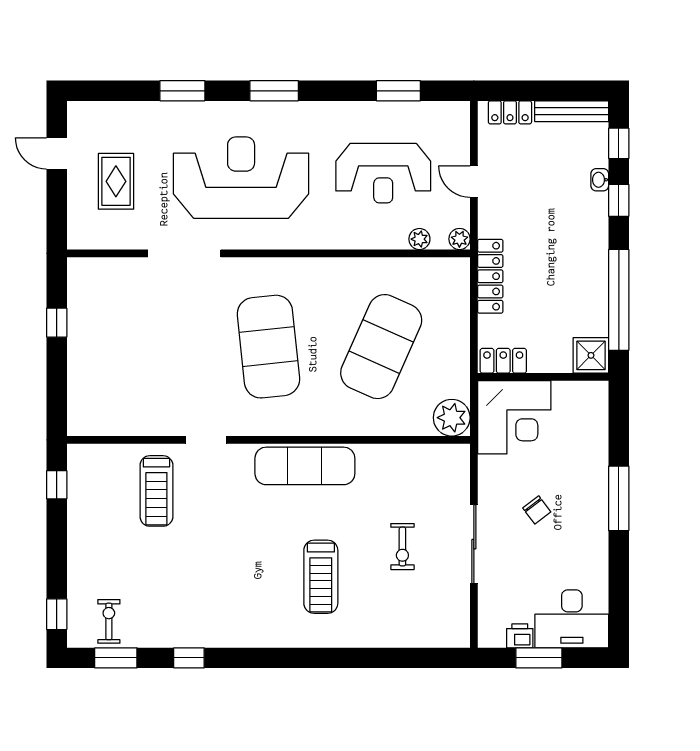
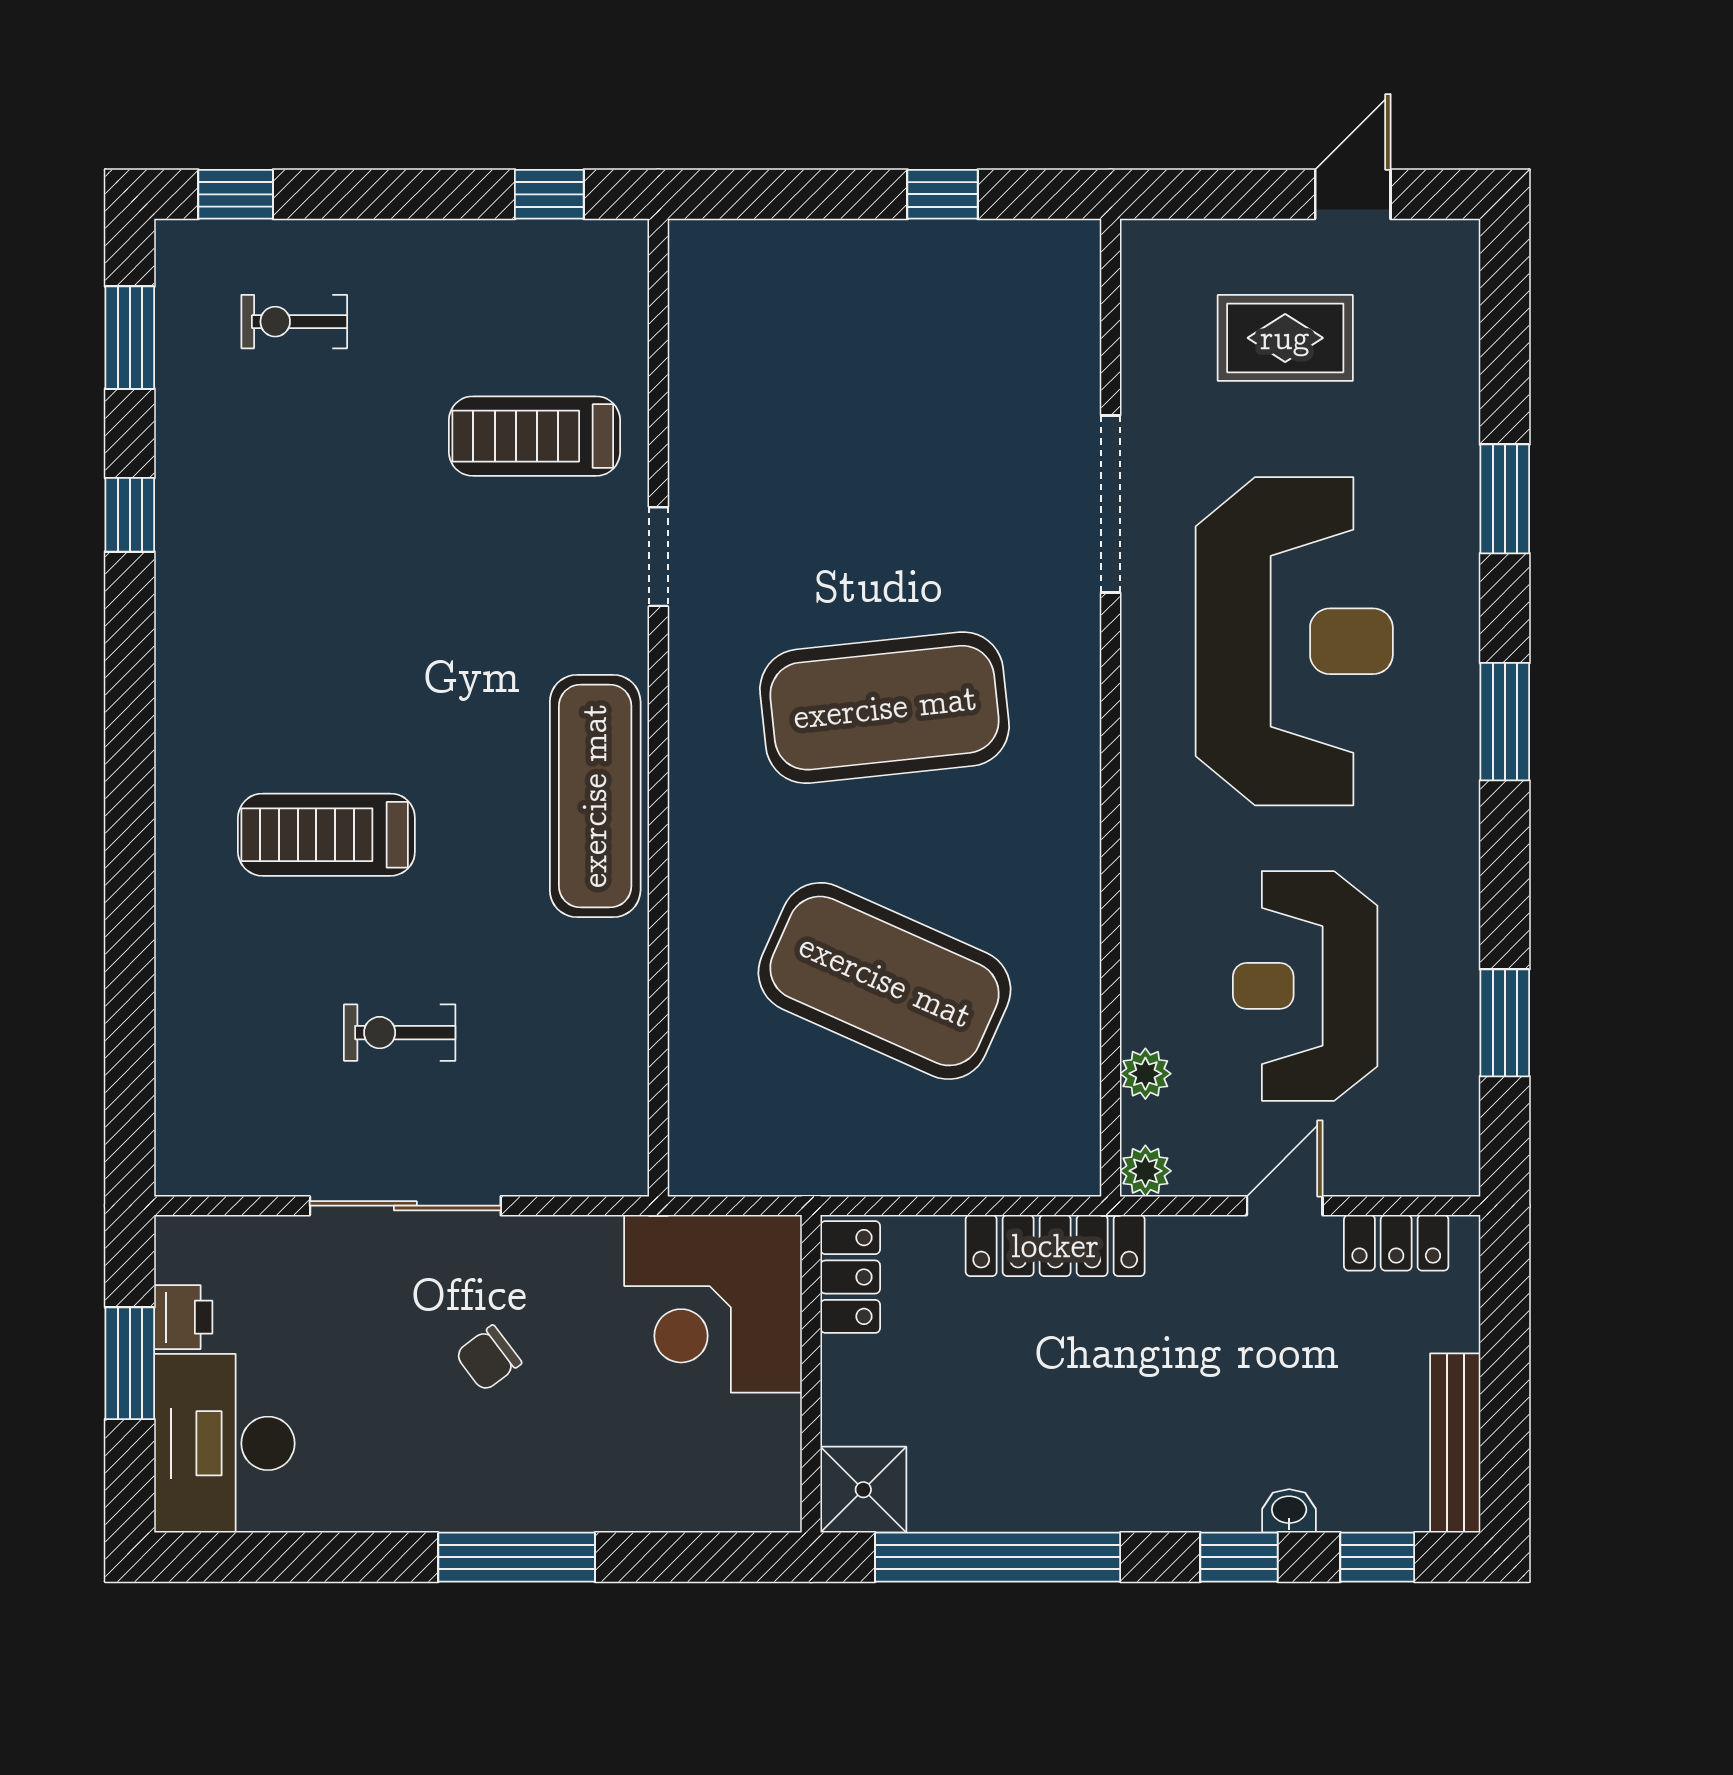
locker: (510, 112) -> (1396, 1243), moved, turned -90
plant: (452, 418) -> (712, 1152), removed
exercise bike: (109, 621) -> (294, 322), moved, turned 180

